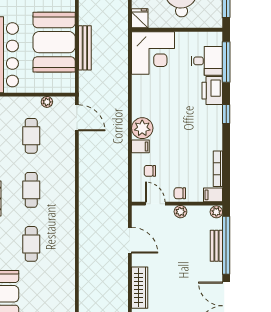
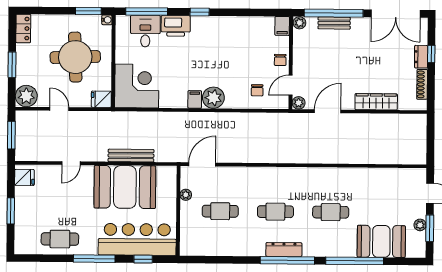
water cooler: (218, 23) -> (107, 20), added
filing cabinet: (140, 146) -> (195, 99), moved
bookcase: (218, 169) -> (256, 21), removed
plant: (180, 212) -> (299, 103), moved

